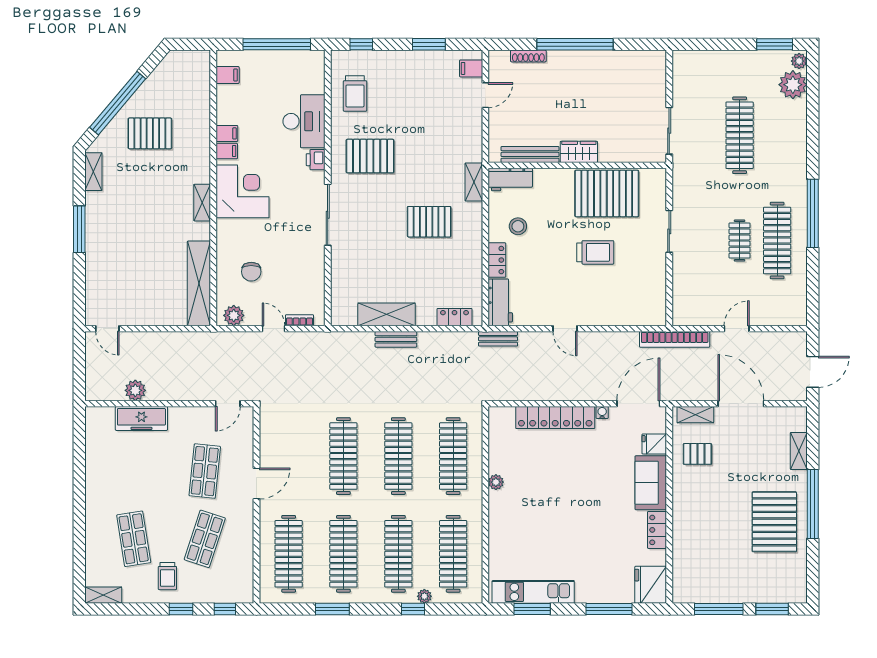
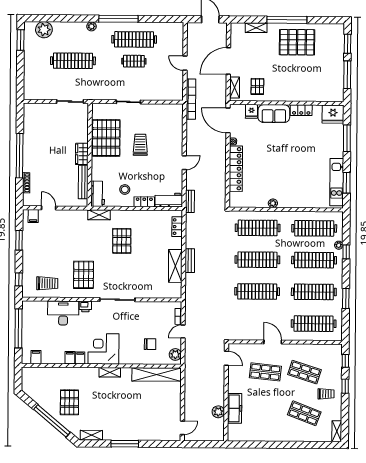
plant: (799, 61) -> (91, 26), moved
shop shelf: (134, 539) -> (304, 413), turned 30

